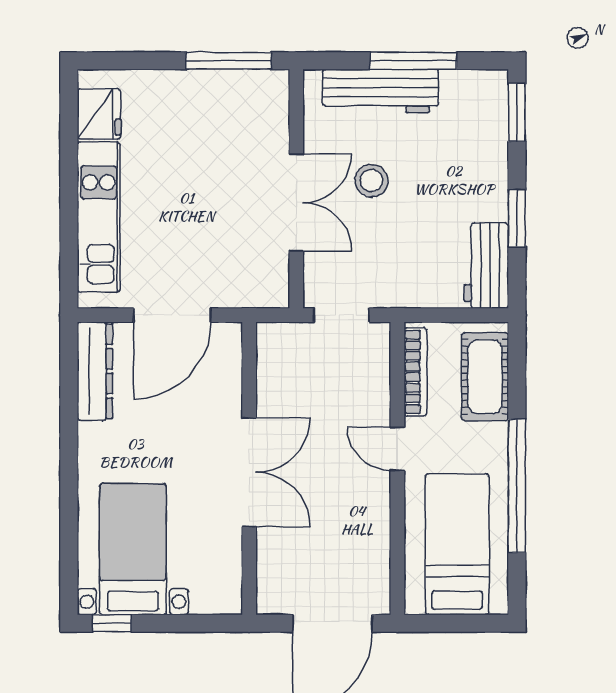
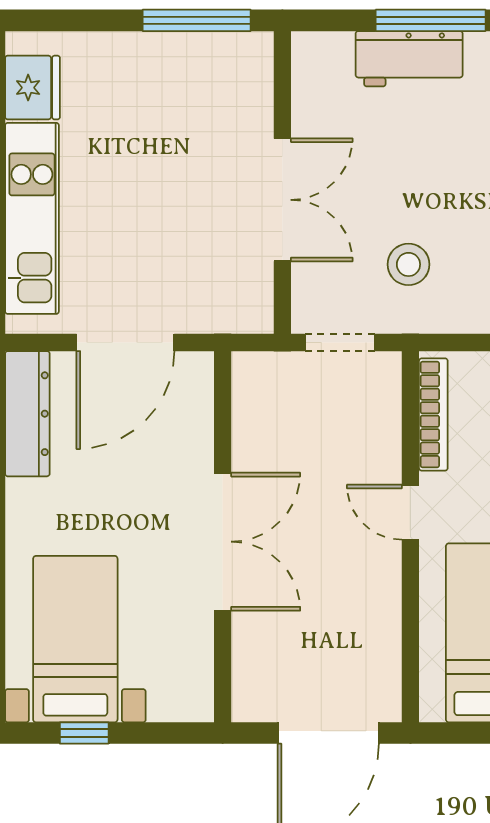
workbench: (380, 91) -> (409, 59), width x0.73
stool: (371, 181) -> (408, 264), moved
window: (112, 623) -> (84, 733), moved

